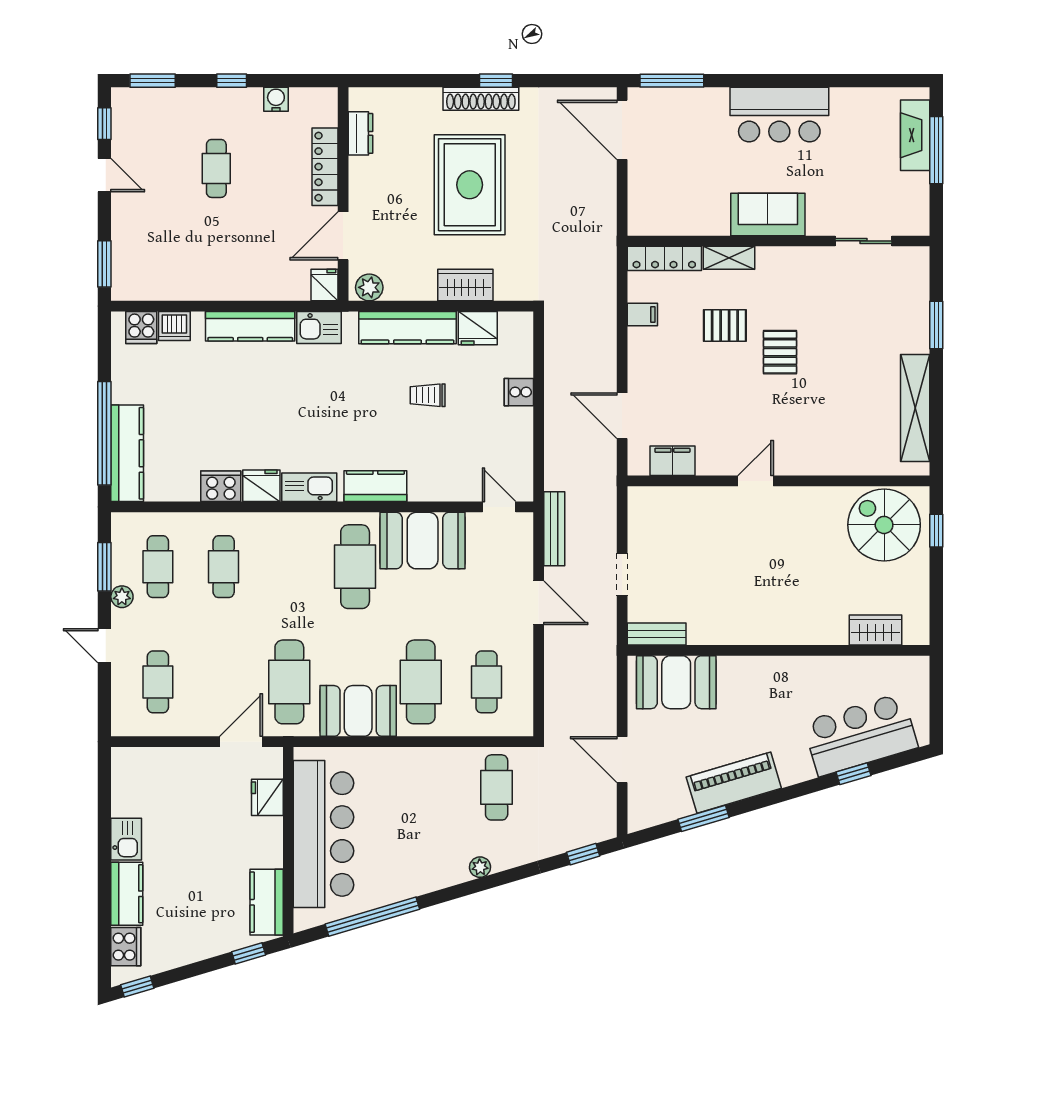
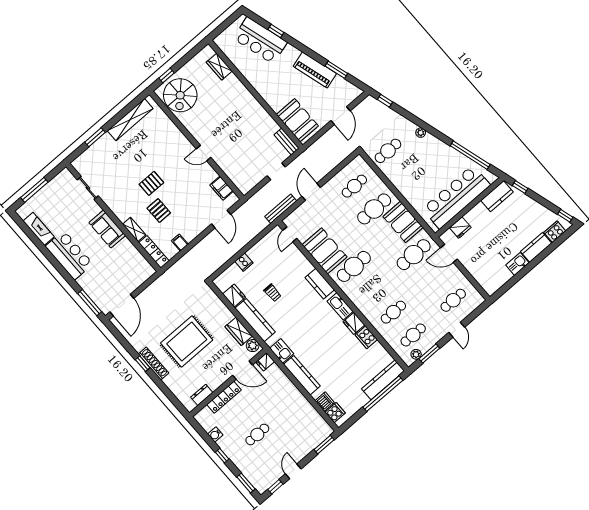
fireplace: (915, 135) -> (39, 229), moved, turned -90
wardrobe: (465, 285) -> (239, 331), moved
plant: (122, 597) -> (416, 354), moved

